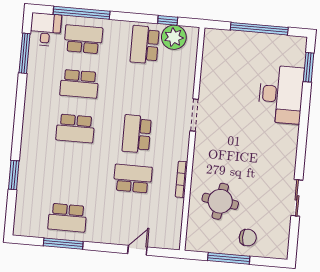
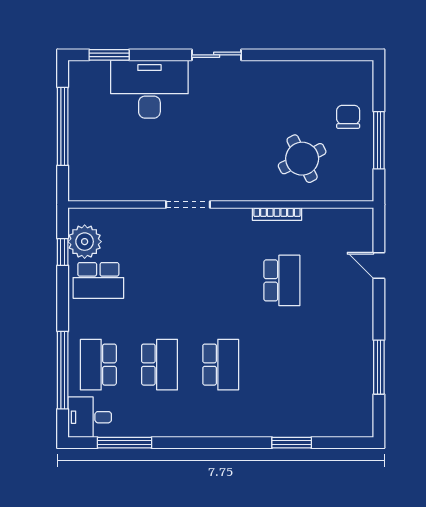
school desk: (137, 134) -> (221, 280), removed
school desk: (133, 179) -> (282, 280), turned 180
sliding door: (297, 198) -> (217, 55), moved
round table: (220, 201) -> (302, 159), turned -35
school desk: (67, 218) -> (343, 365), removed

